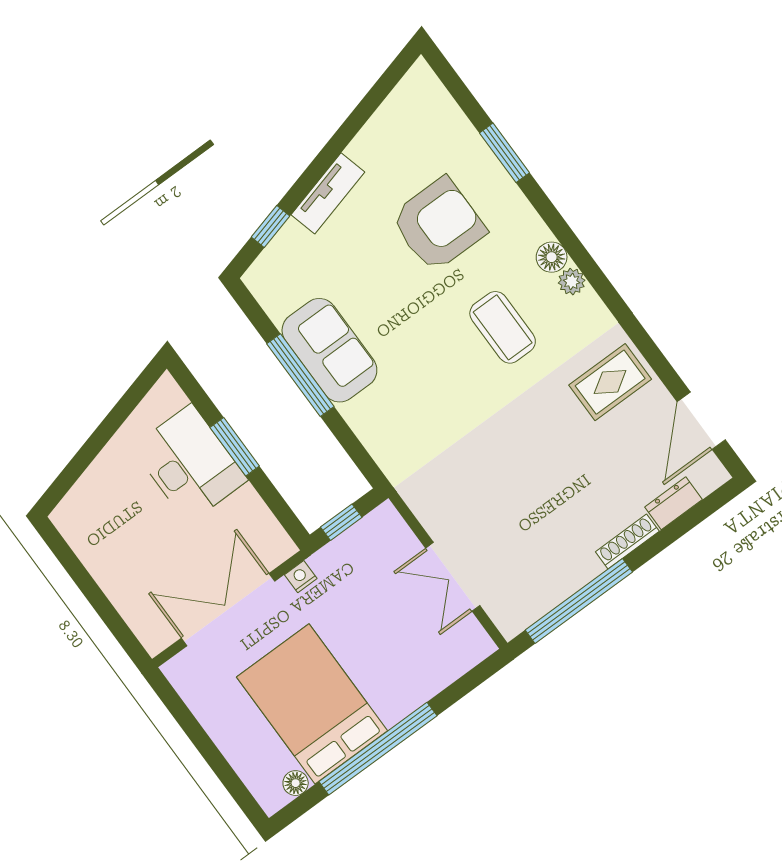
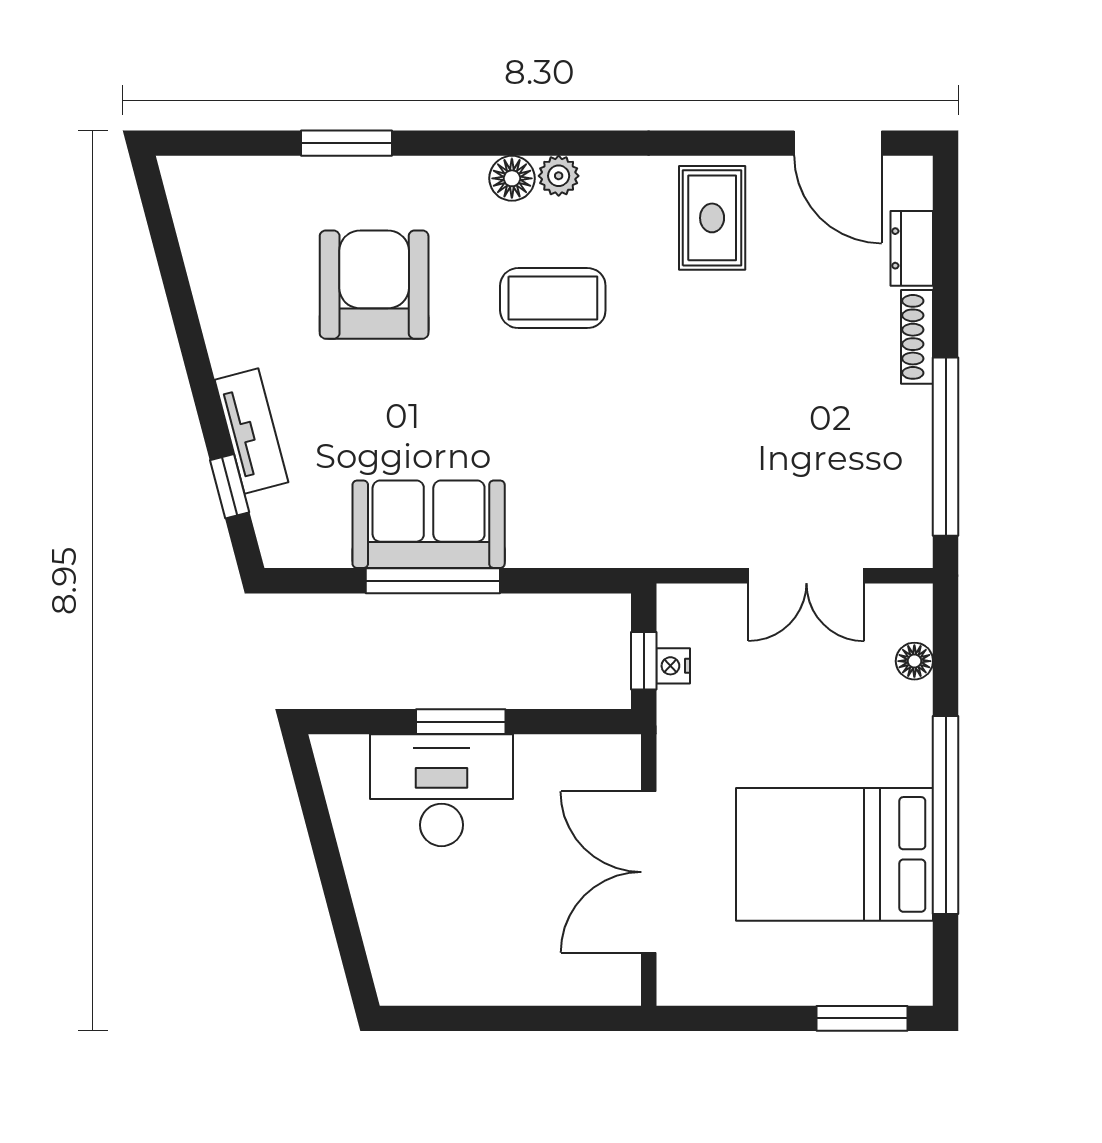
tv unit: (328, 193) -> (251, 431), moved
nightstand: (301, 577) -> (673, 666), moved
floor lamp: (296, 783) -> (914, 661), moved
window: (234, 785) -> (862, 1018), added

